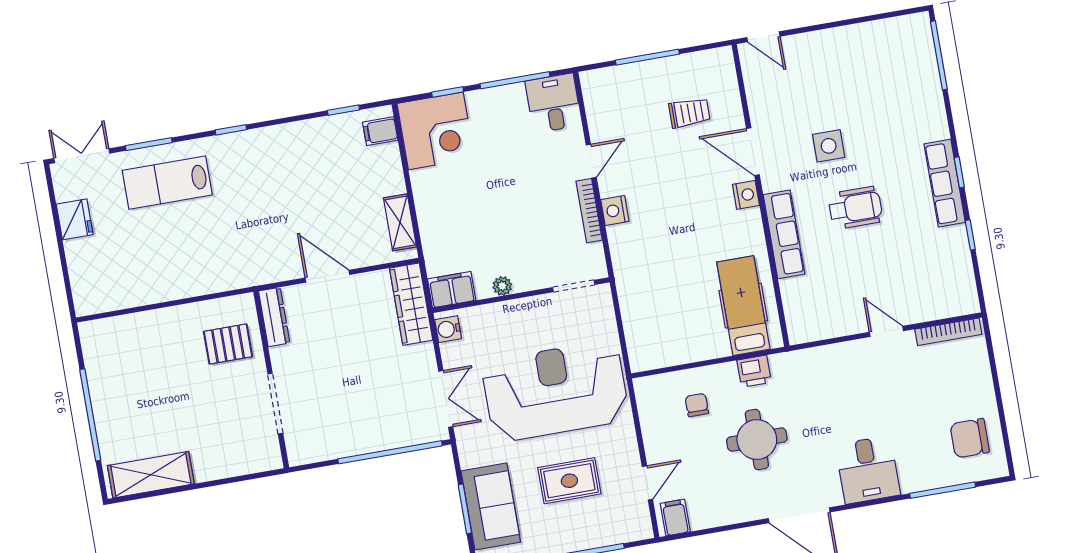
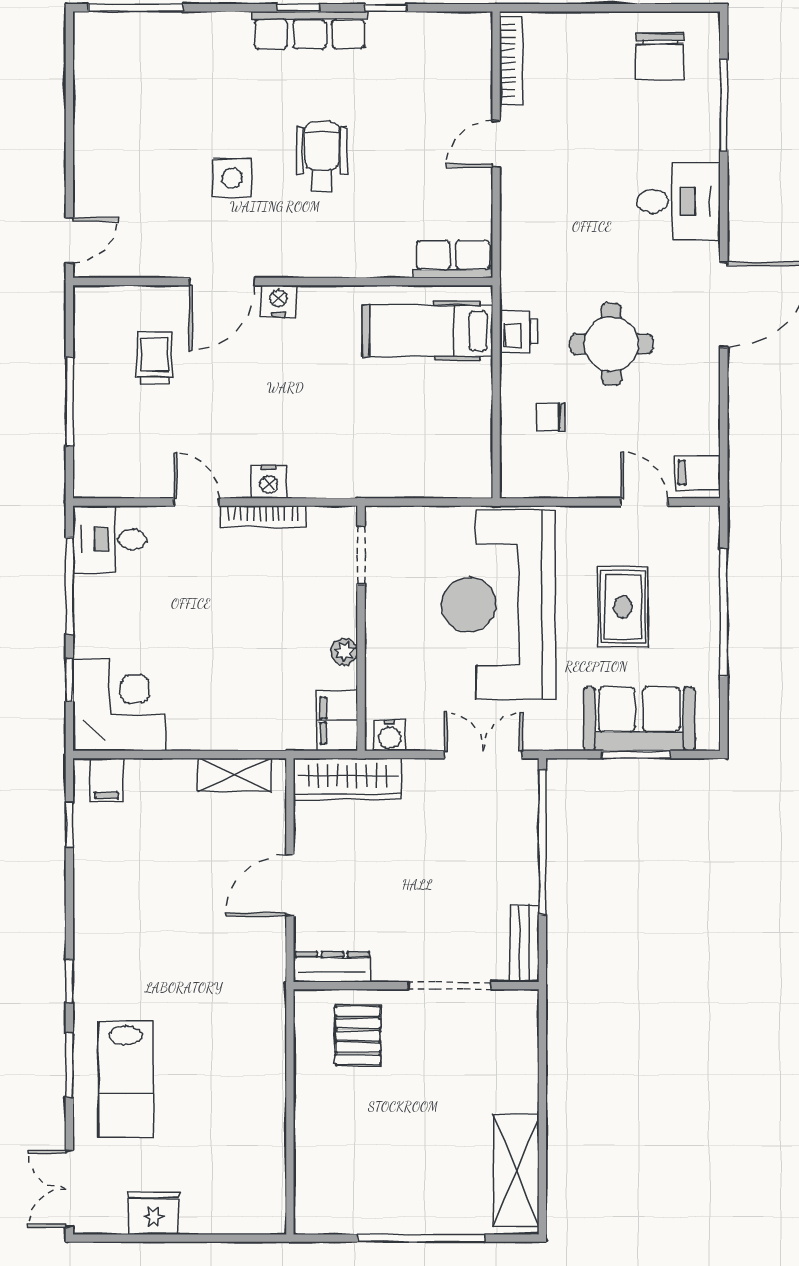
window: (149, 144) -> (69, 1065), moved
row of seats: (784, 234) -> (453, 259), moved, width x0.68
bench: (315, 452) -> (524, 943), added

